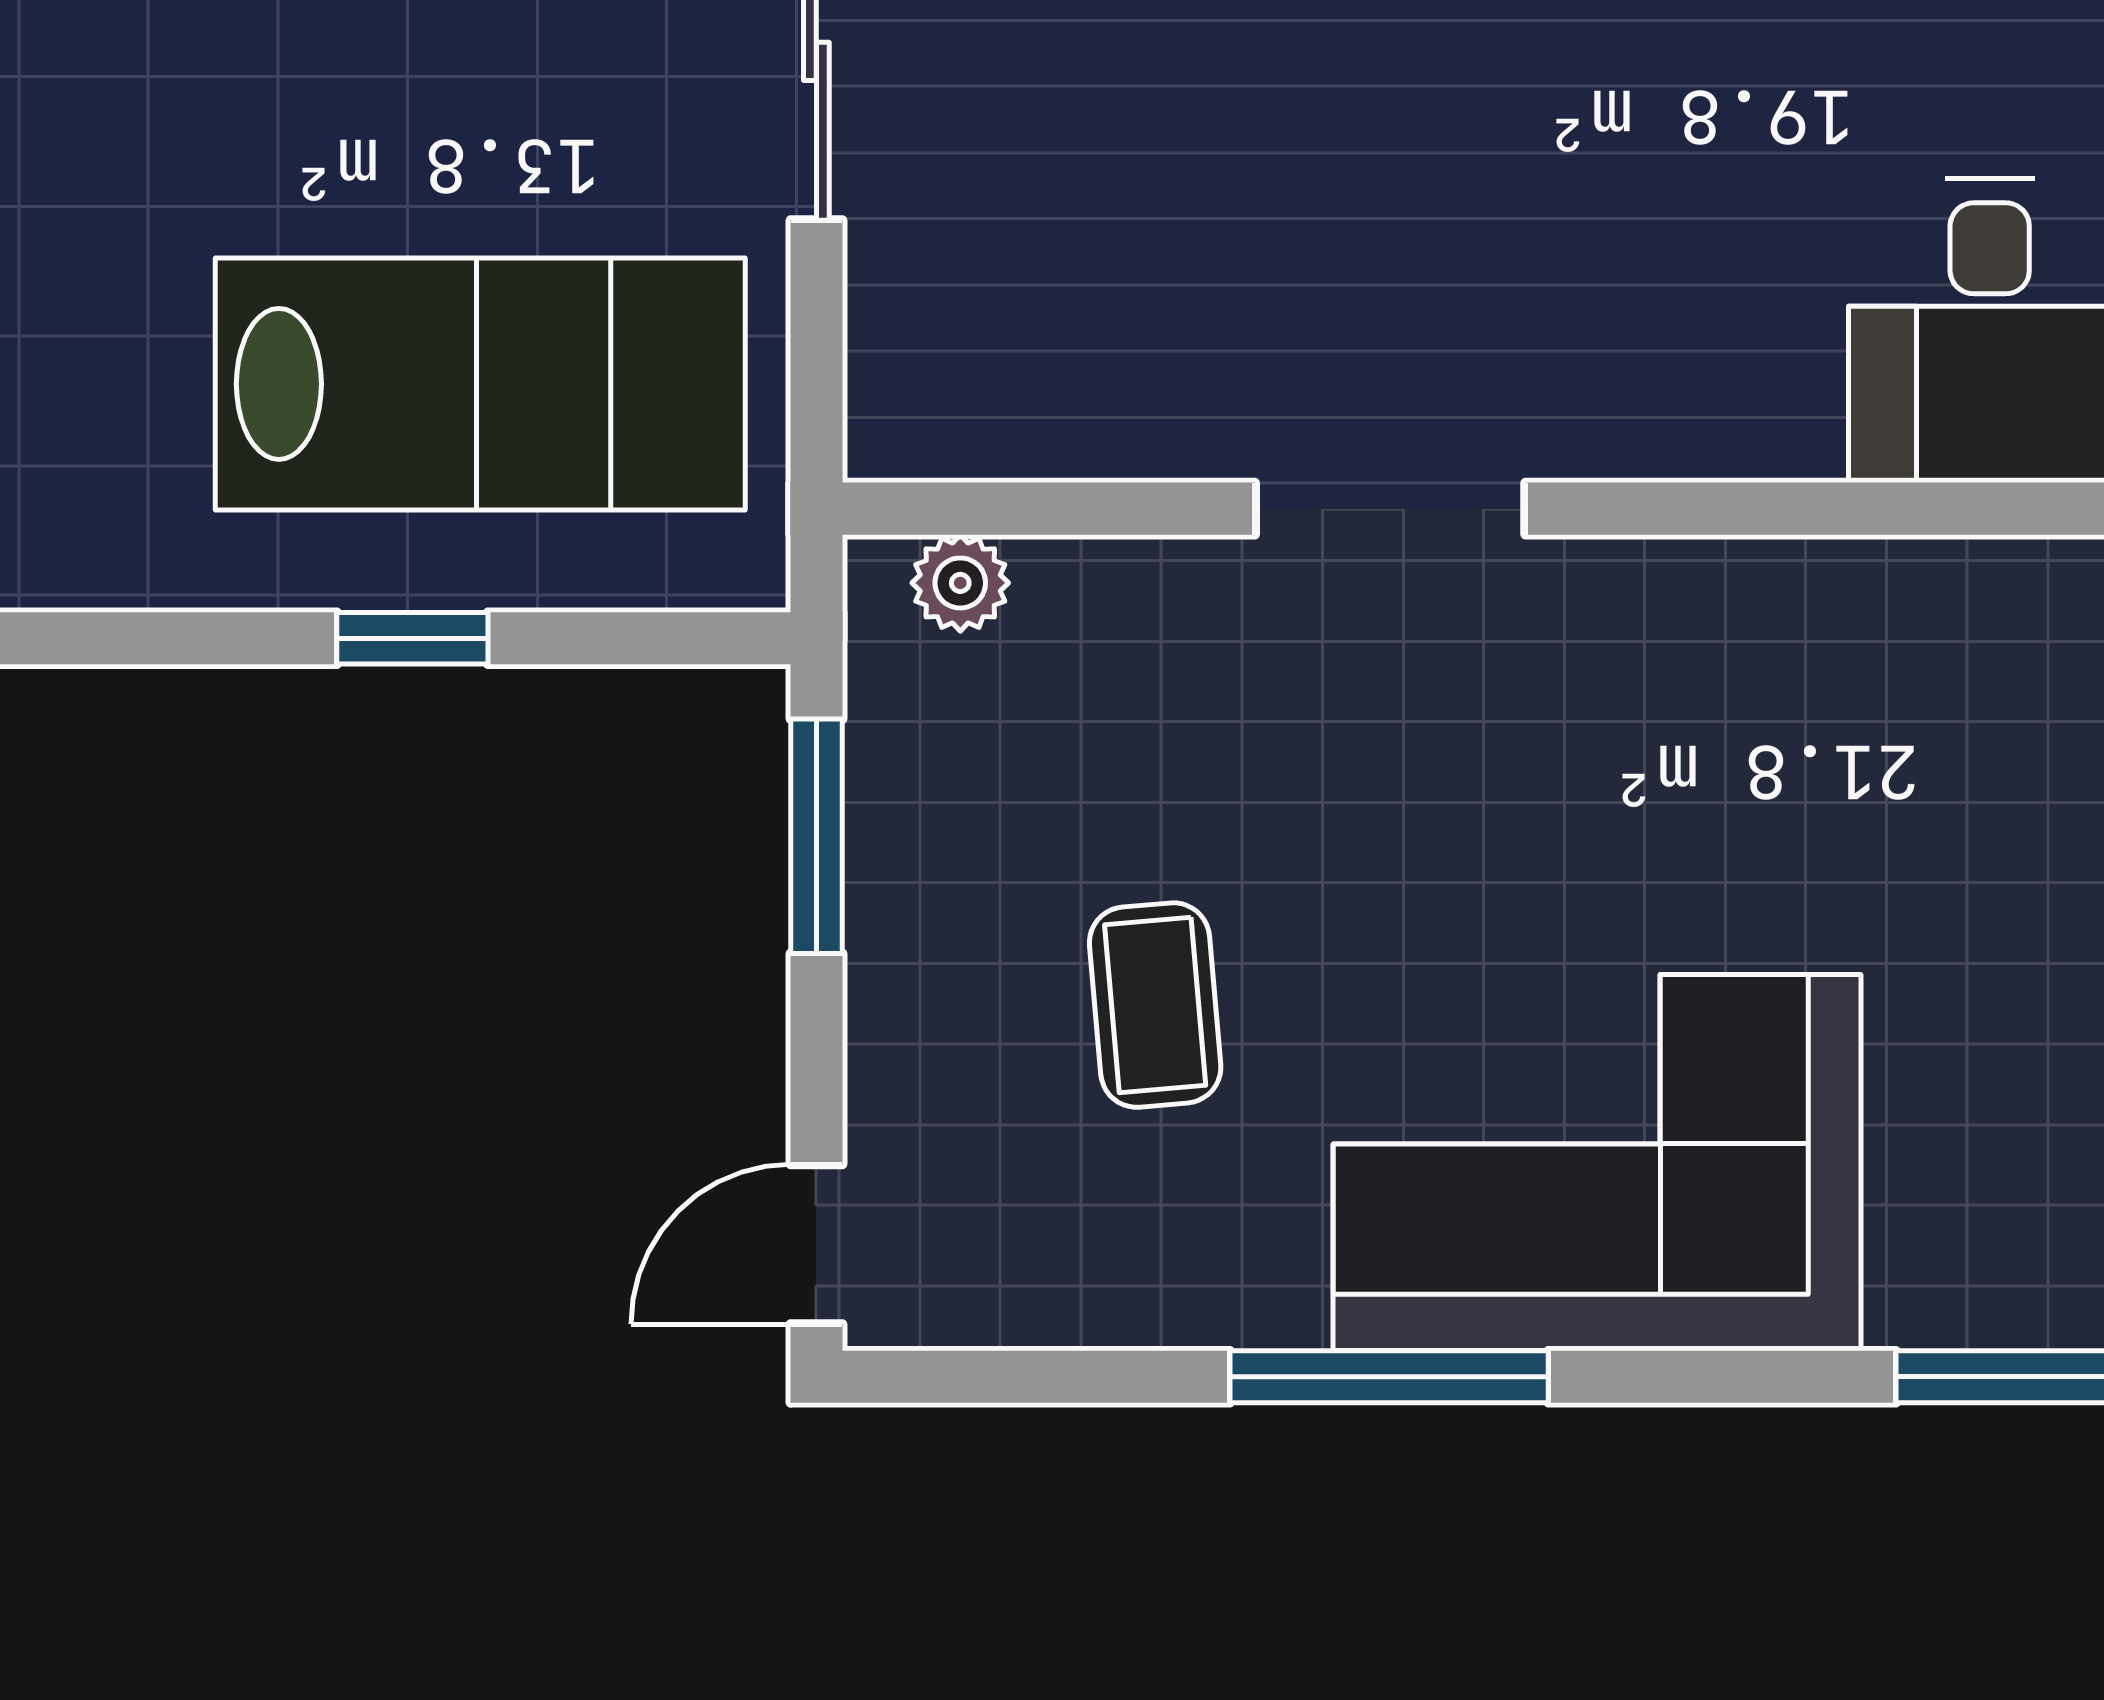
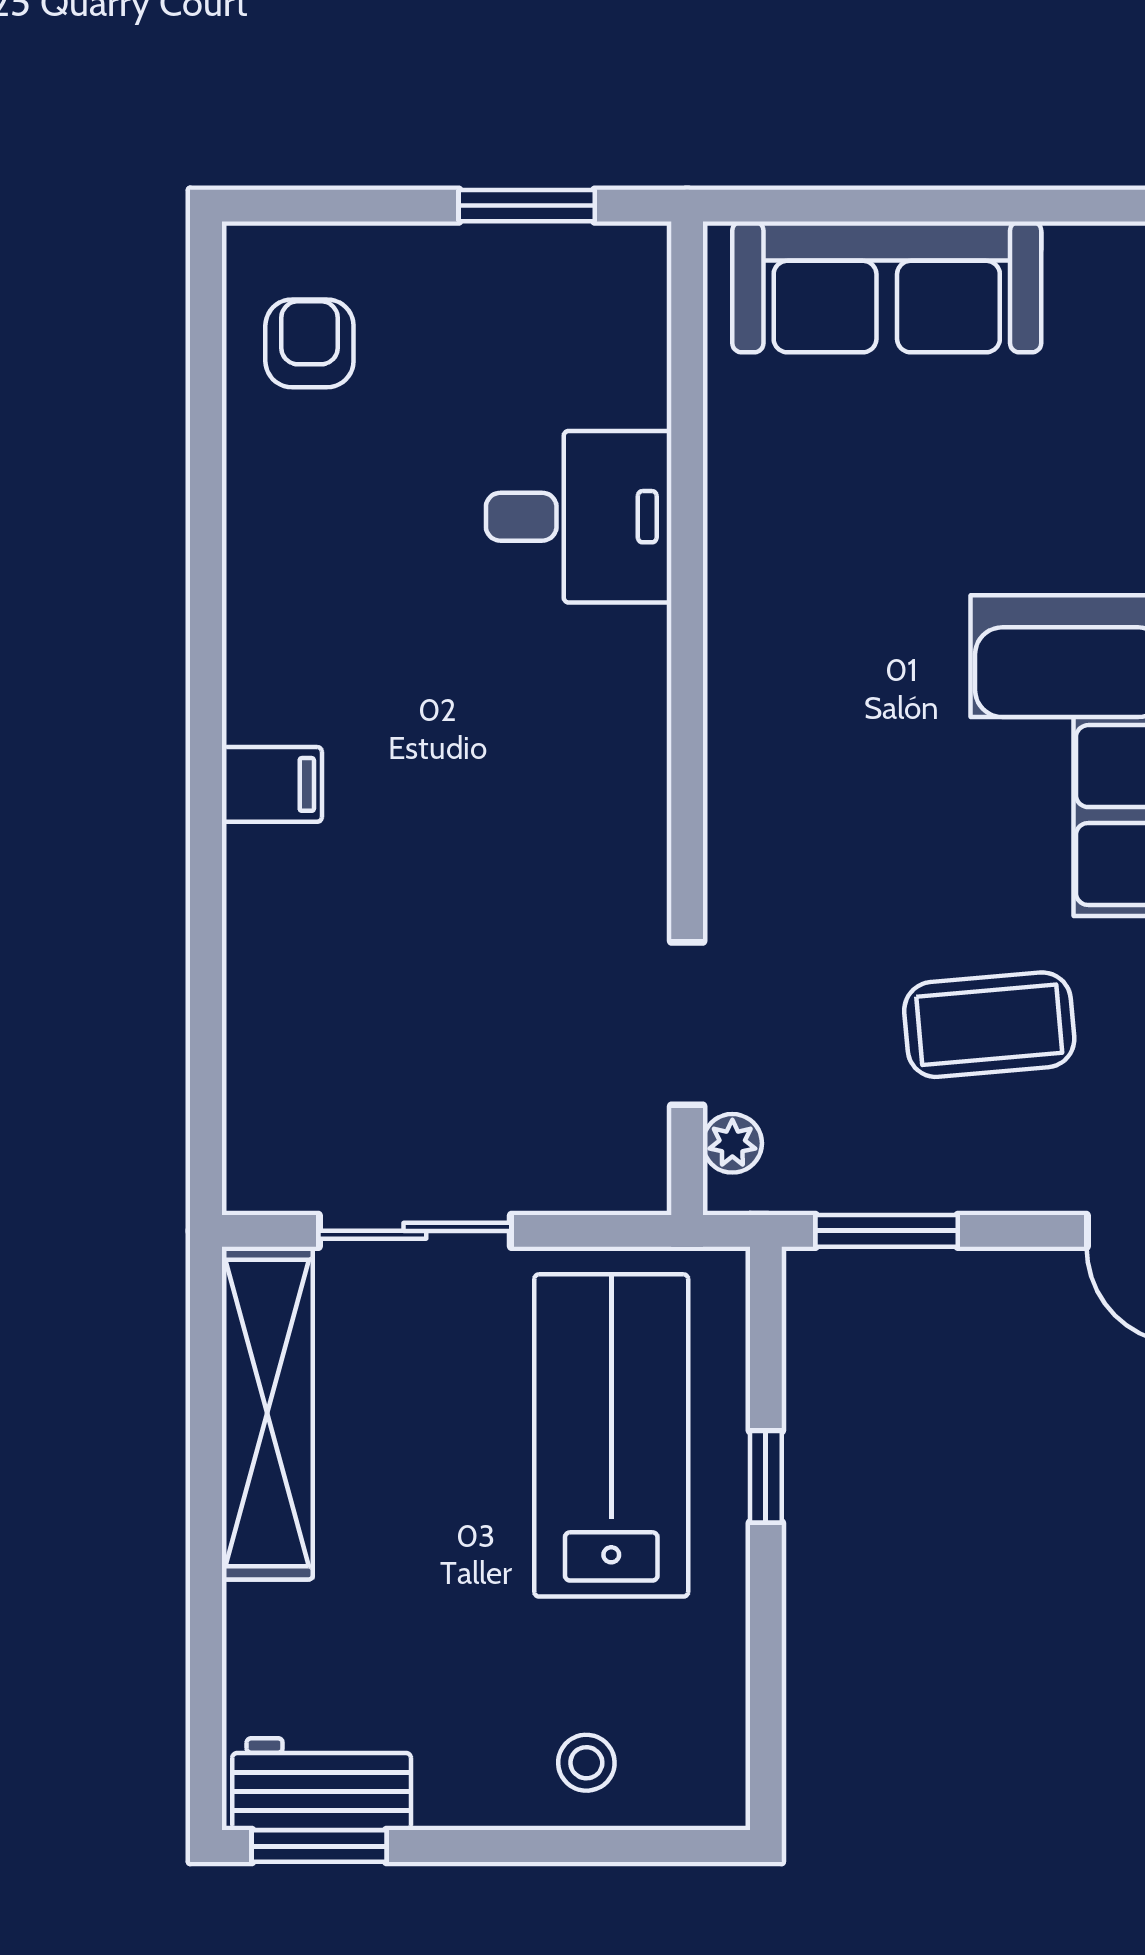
doorway: (1390, 509) -> (687, 1024), moved
coffee table: (1155, 1005) -> (989, 1025), width x1.36, depth x1.30

